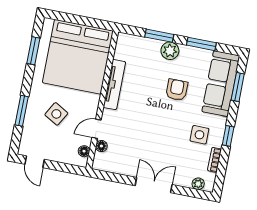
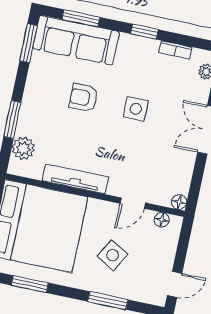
window: (201, 44) -> (28, 43), moved
plant: (170, 51) -> (23, 148), moved
door: (97, 129) -> (133, 203), hinge flipped
side table: (199, 135) -> (136, 109), moved
floor lamp: (101, 146) -> (179, 202), moved

